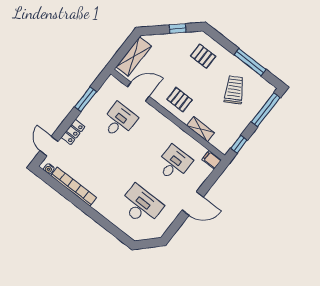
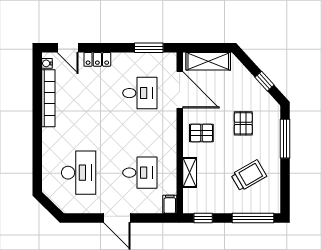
pallet: (203, 56) -> (243, 123), moved
window: (250, 62) -> (285, 139), moved
door: (138, 92) -> (180, 90), width x1.36
window: (86, 99) -> (149, 48), moved
pallet: (180, 100) -> (201, 133), turned 90
door: (49, 146) -> (68, 48), swing flipped

